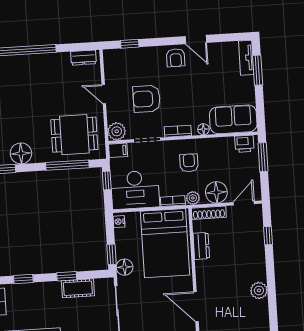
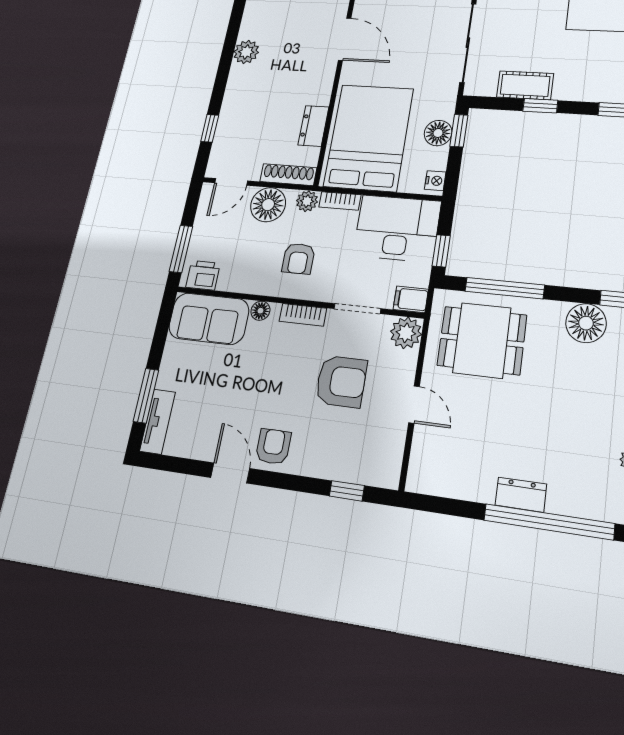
dresser: (83, 58) -> (521, 495), moved
floor lamp: (125, 267) -> (438, 133), moved

